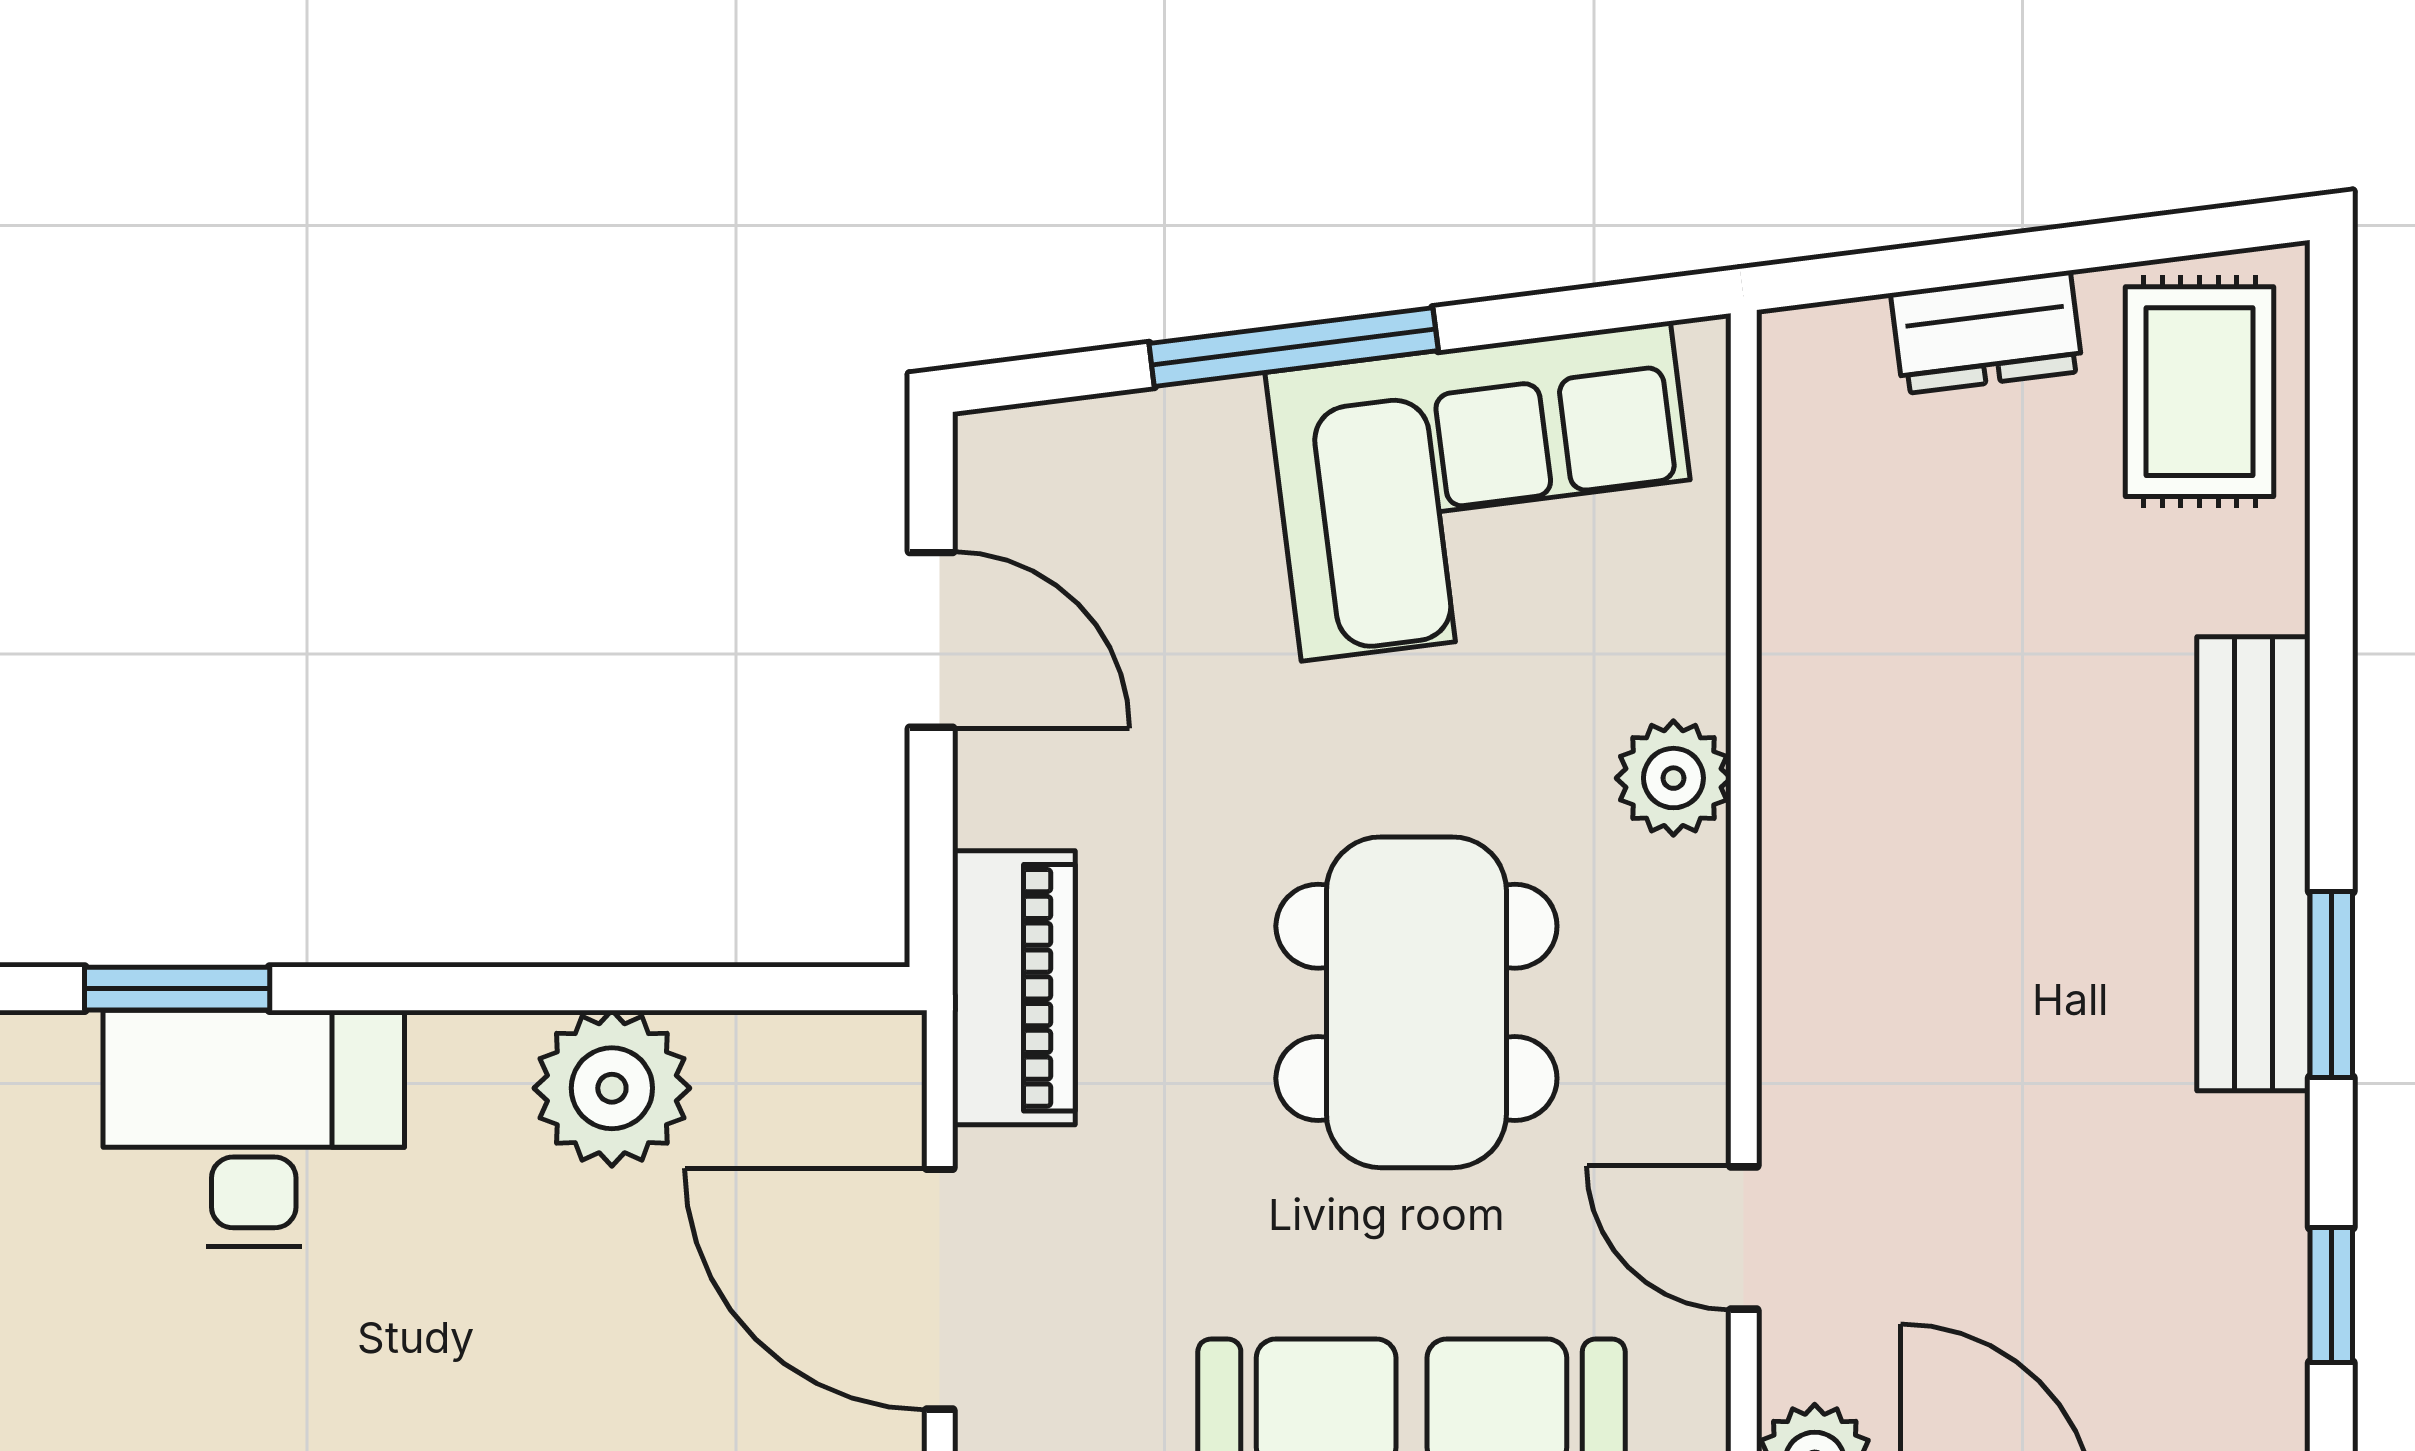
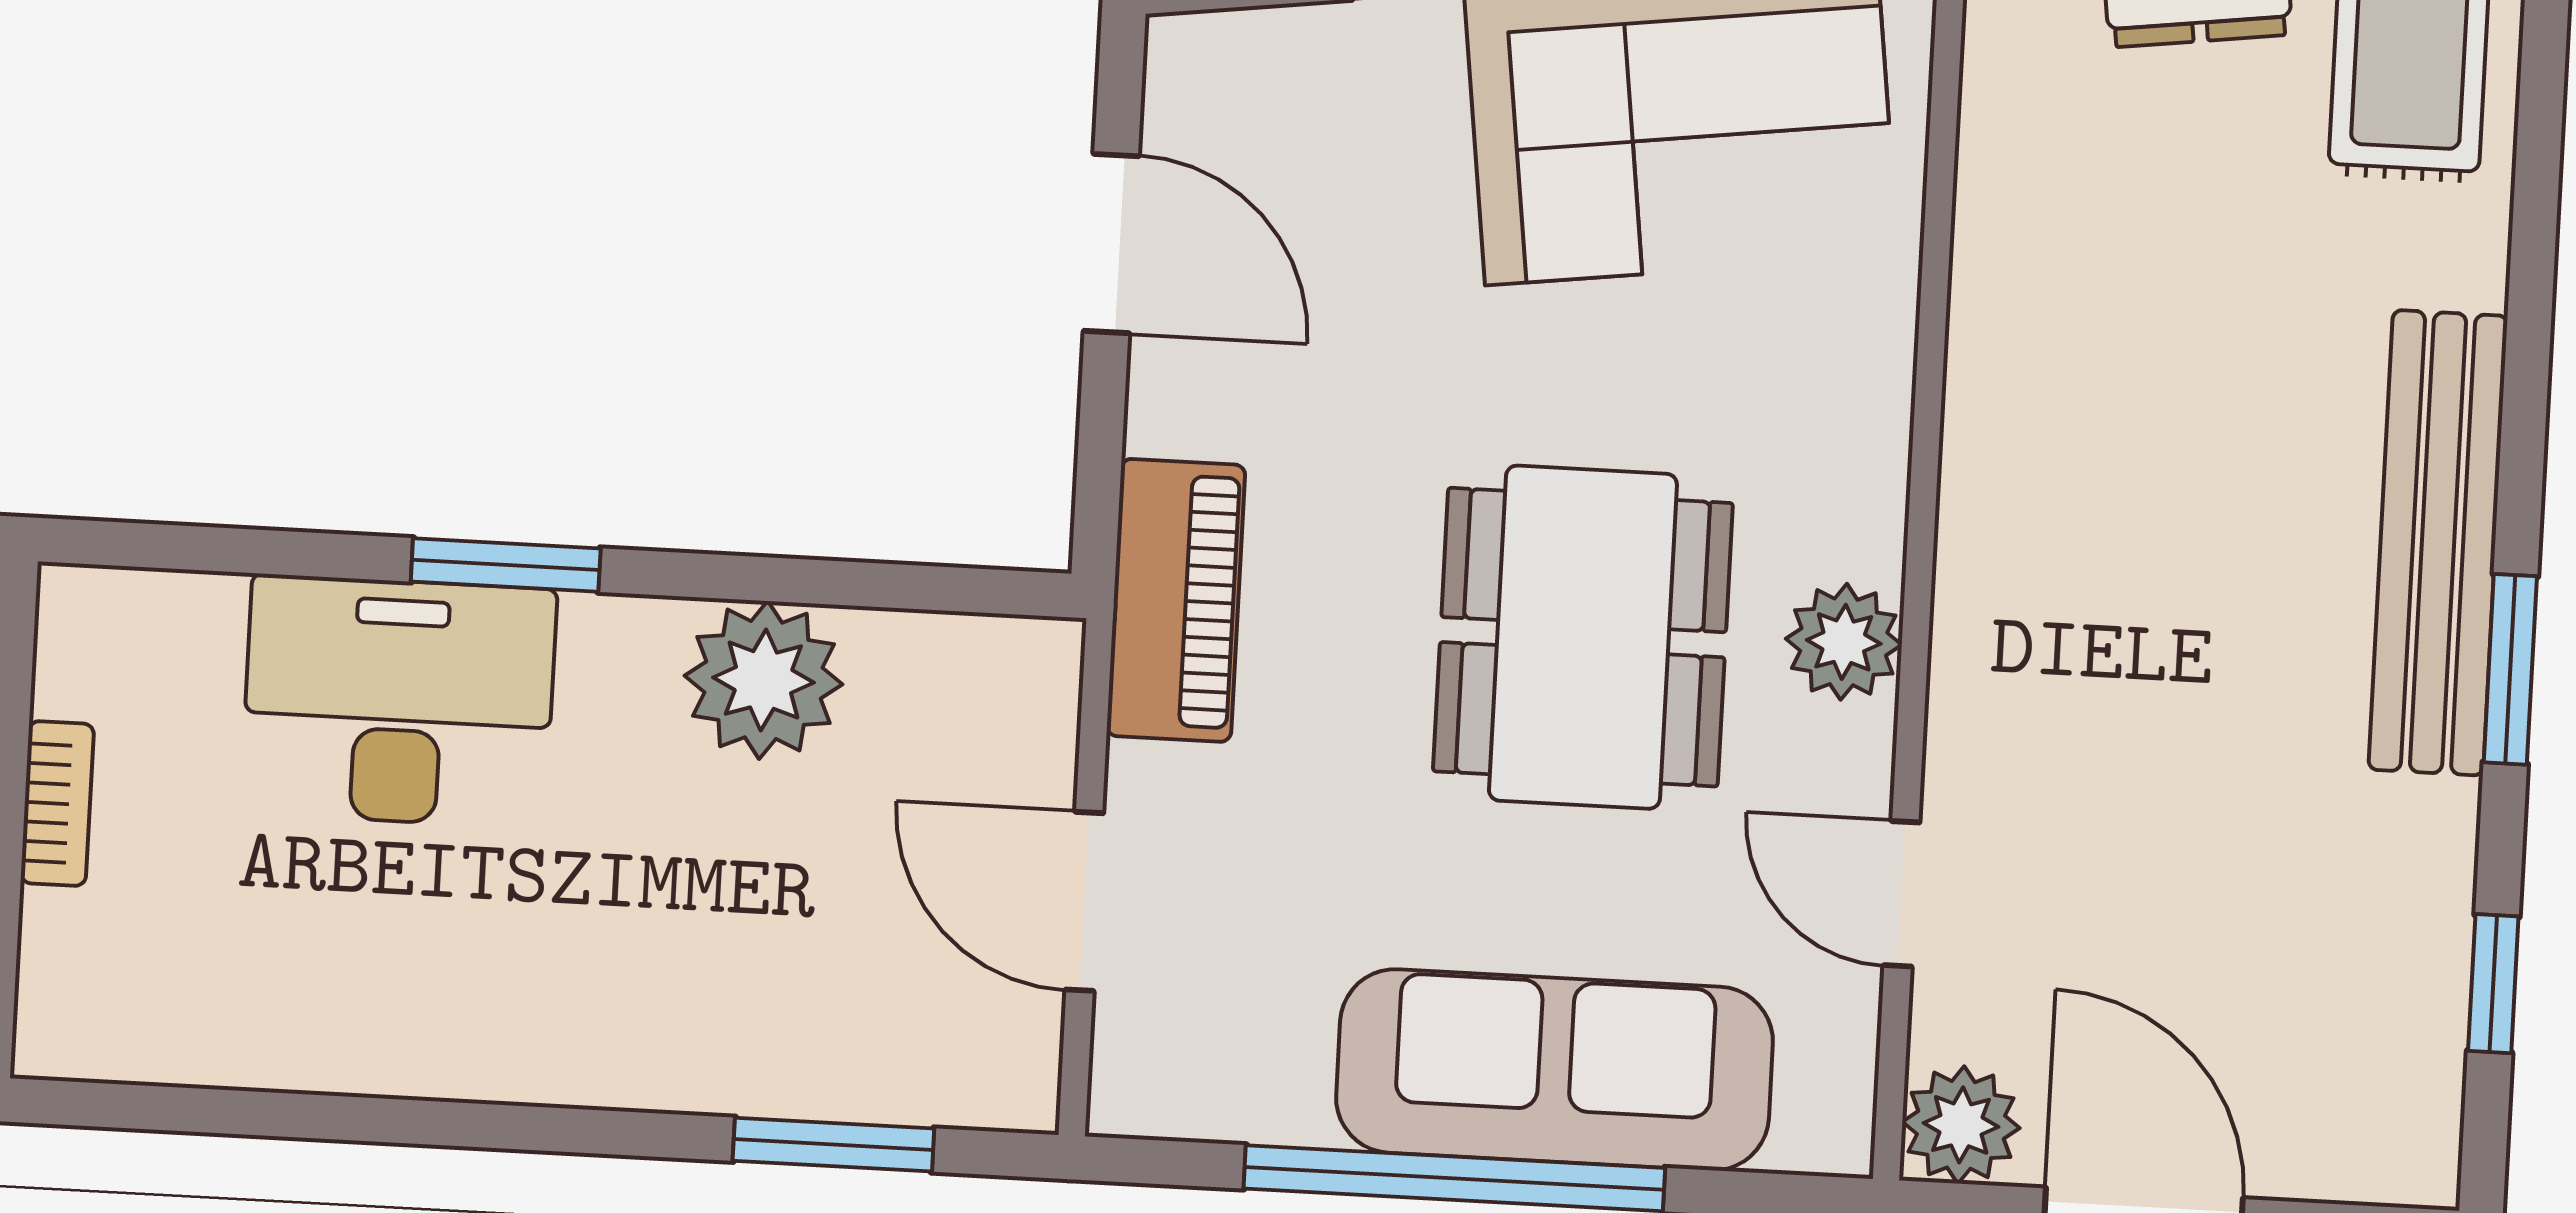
plant: (1673, 778) -> (1844, 642), moved
window: (177, 989) -> (506, 565), moved
door: (940, 1289) -> (1084, 901), width x0.73

